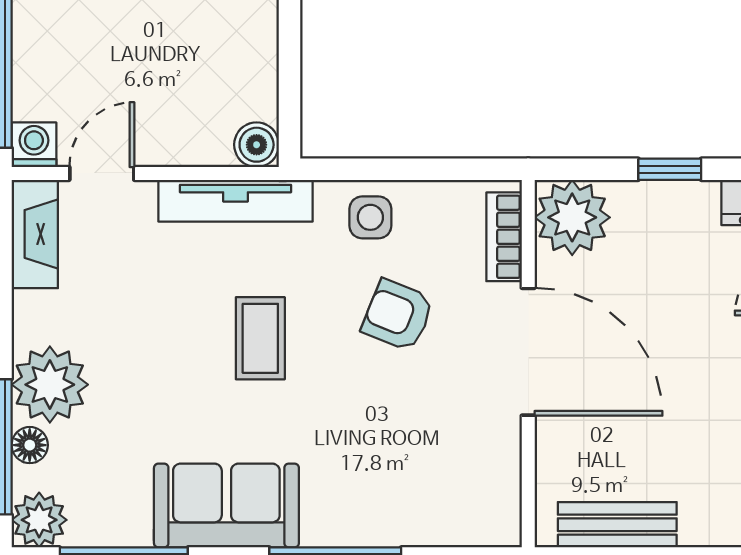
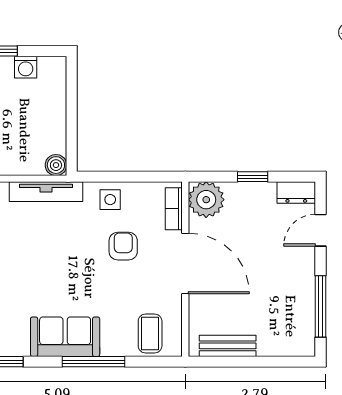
armchair: (398, 315) -> (123, 246), turned 68
coffee table: (260, 338) -> (150, 333), moved
sofa: (226, 506) -> (65, 337), moved

